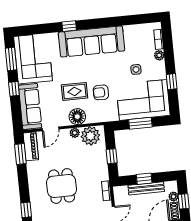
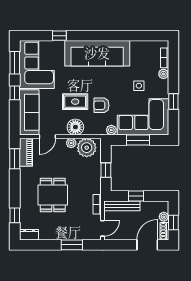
window: (69, 26) -> (59, 36), moved
plant: (113, 116) -> (111, 130), added
bench: (146, 188) -> (122, 206), moved

